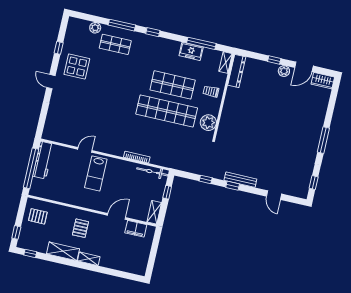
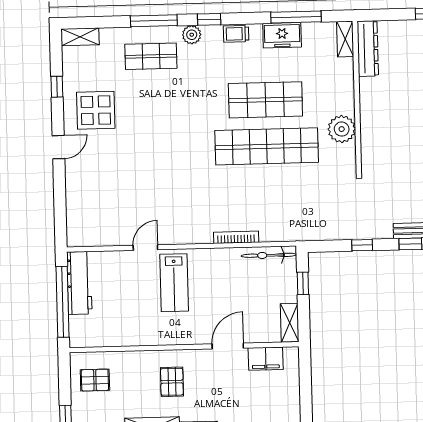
shelving: (79, 23) -> (80, 37), added
plant: (95, 28) -> (192, 35), moved
door: (51, 82) -> (58, 147), swing flipped
trolley: (211, 91) -> (236, 34), moved
plant: (208, 123) -> (342, 129), moved

